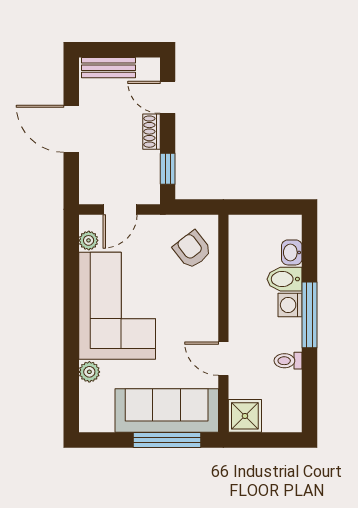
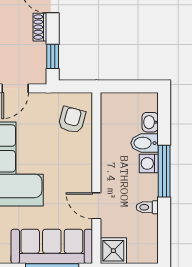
armchair: (192, 250) -> (72, 120), turned 53

